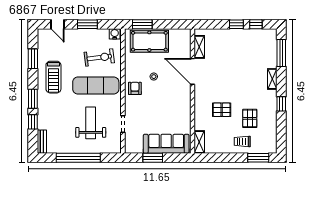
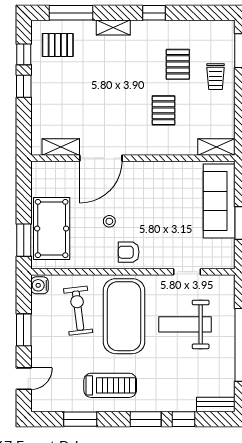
pallet: (262, 45) -> (58, 45), added
exercise mat: (96, 86) -> (124, 316), width x1.47
pallet: (250, 118) -> (178, 64), turned 90

